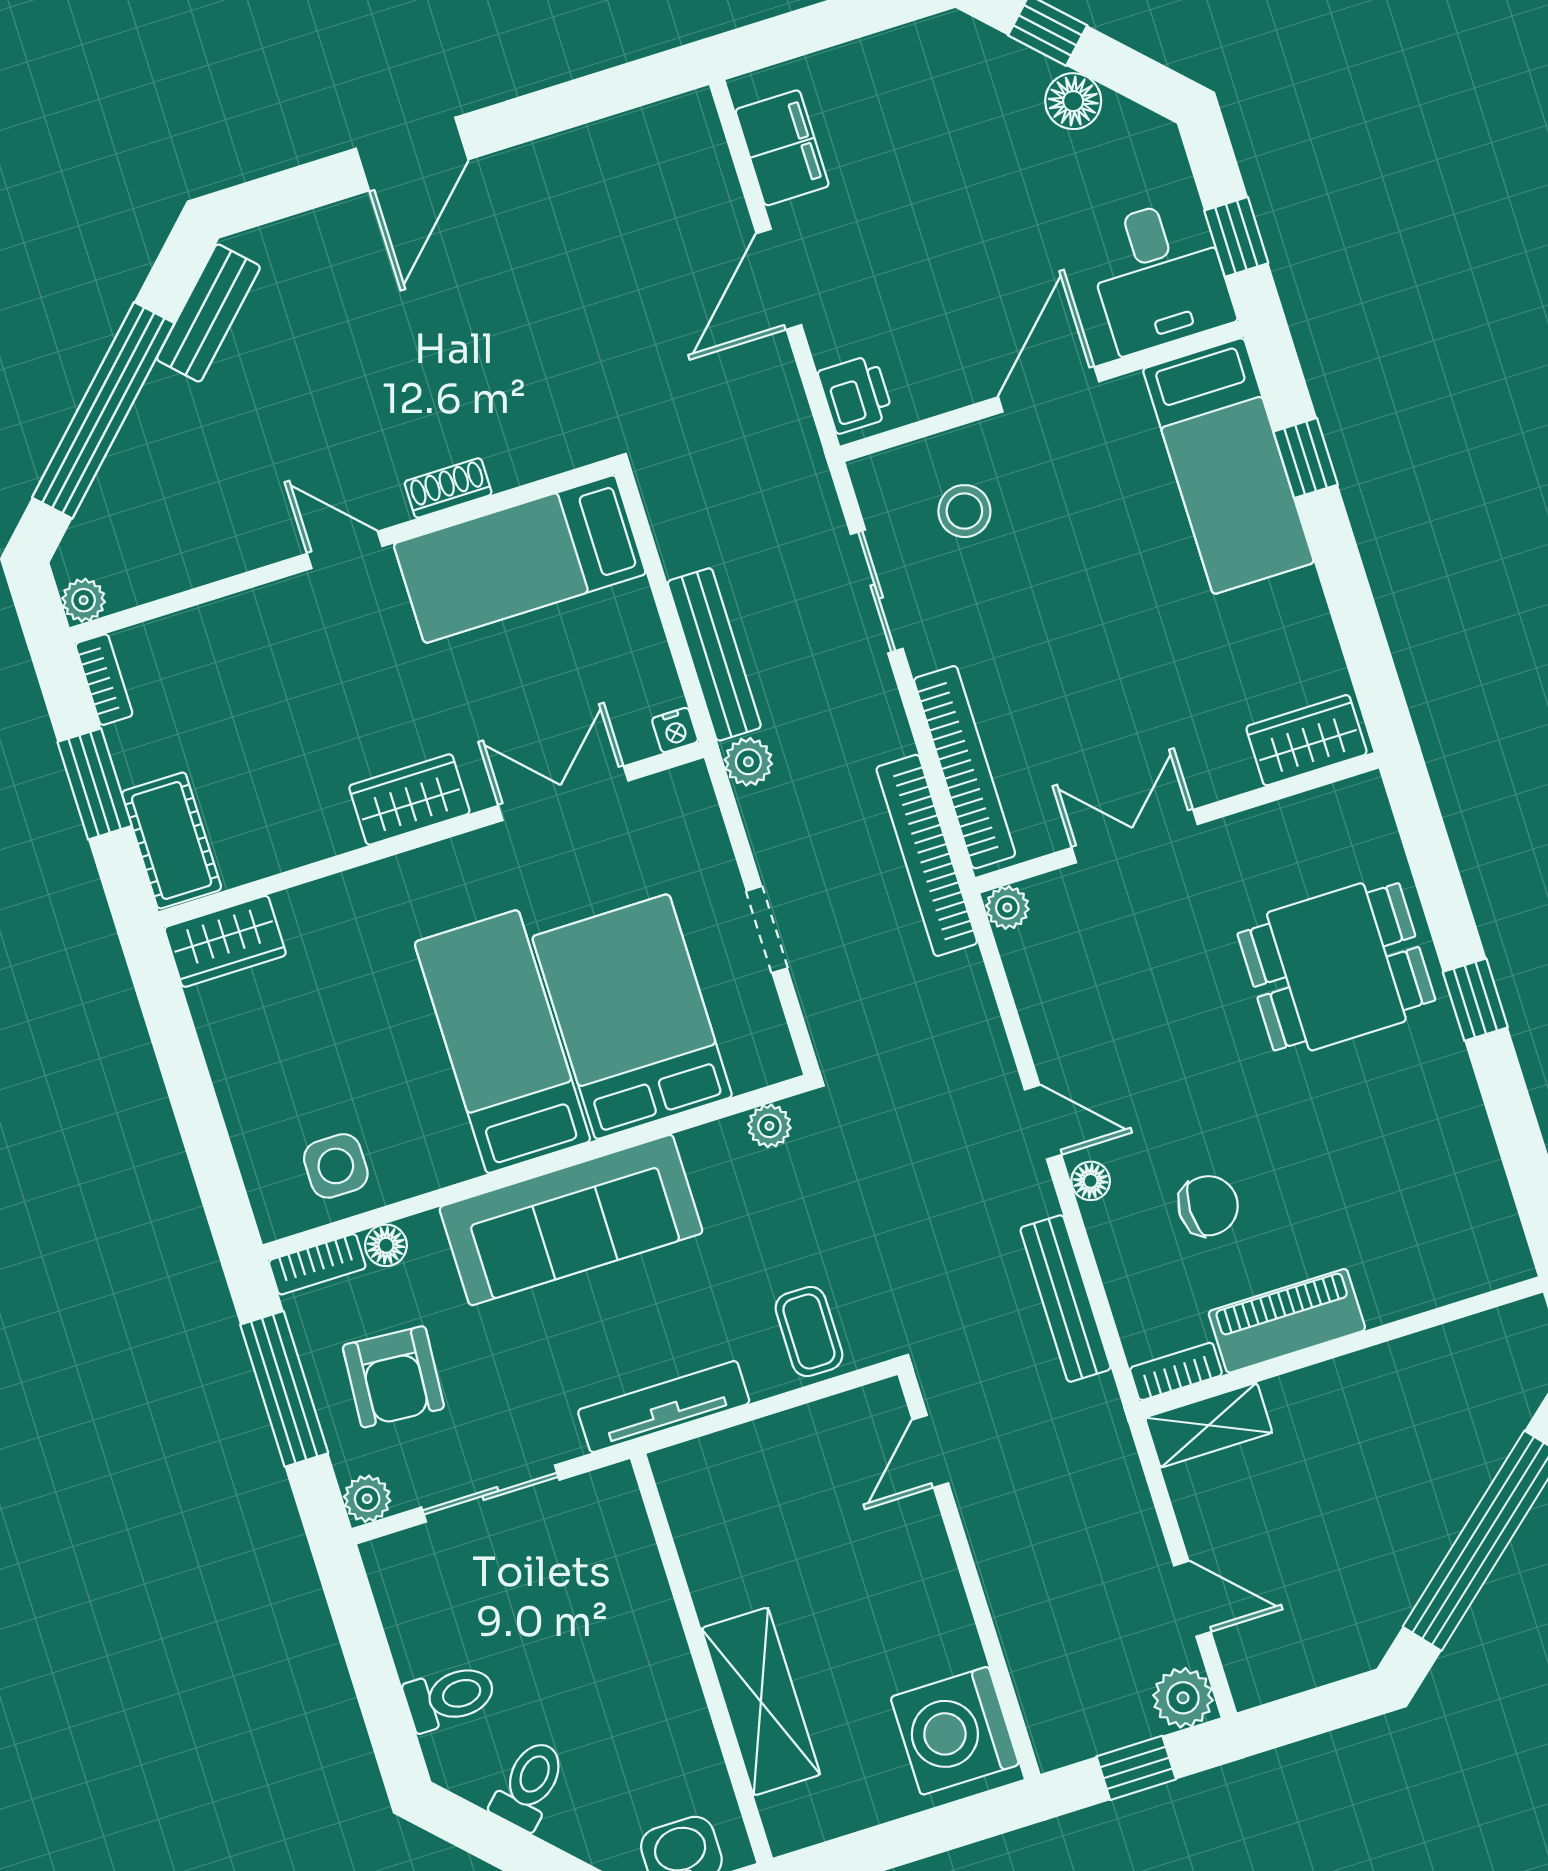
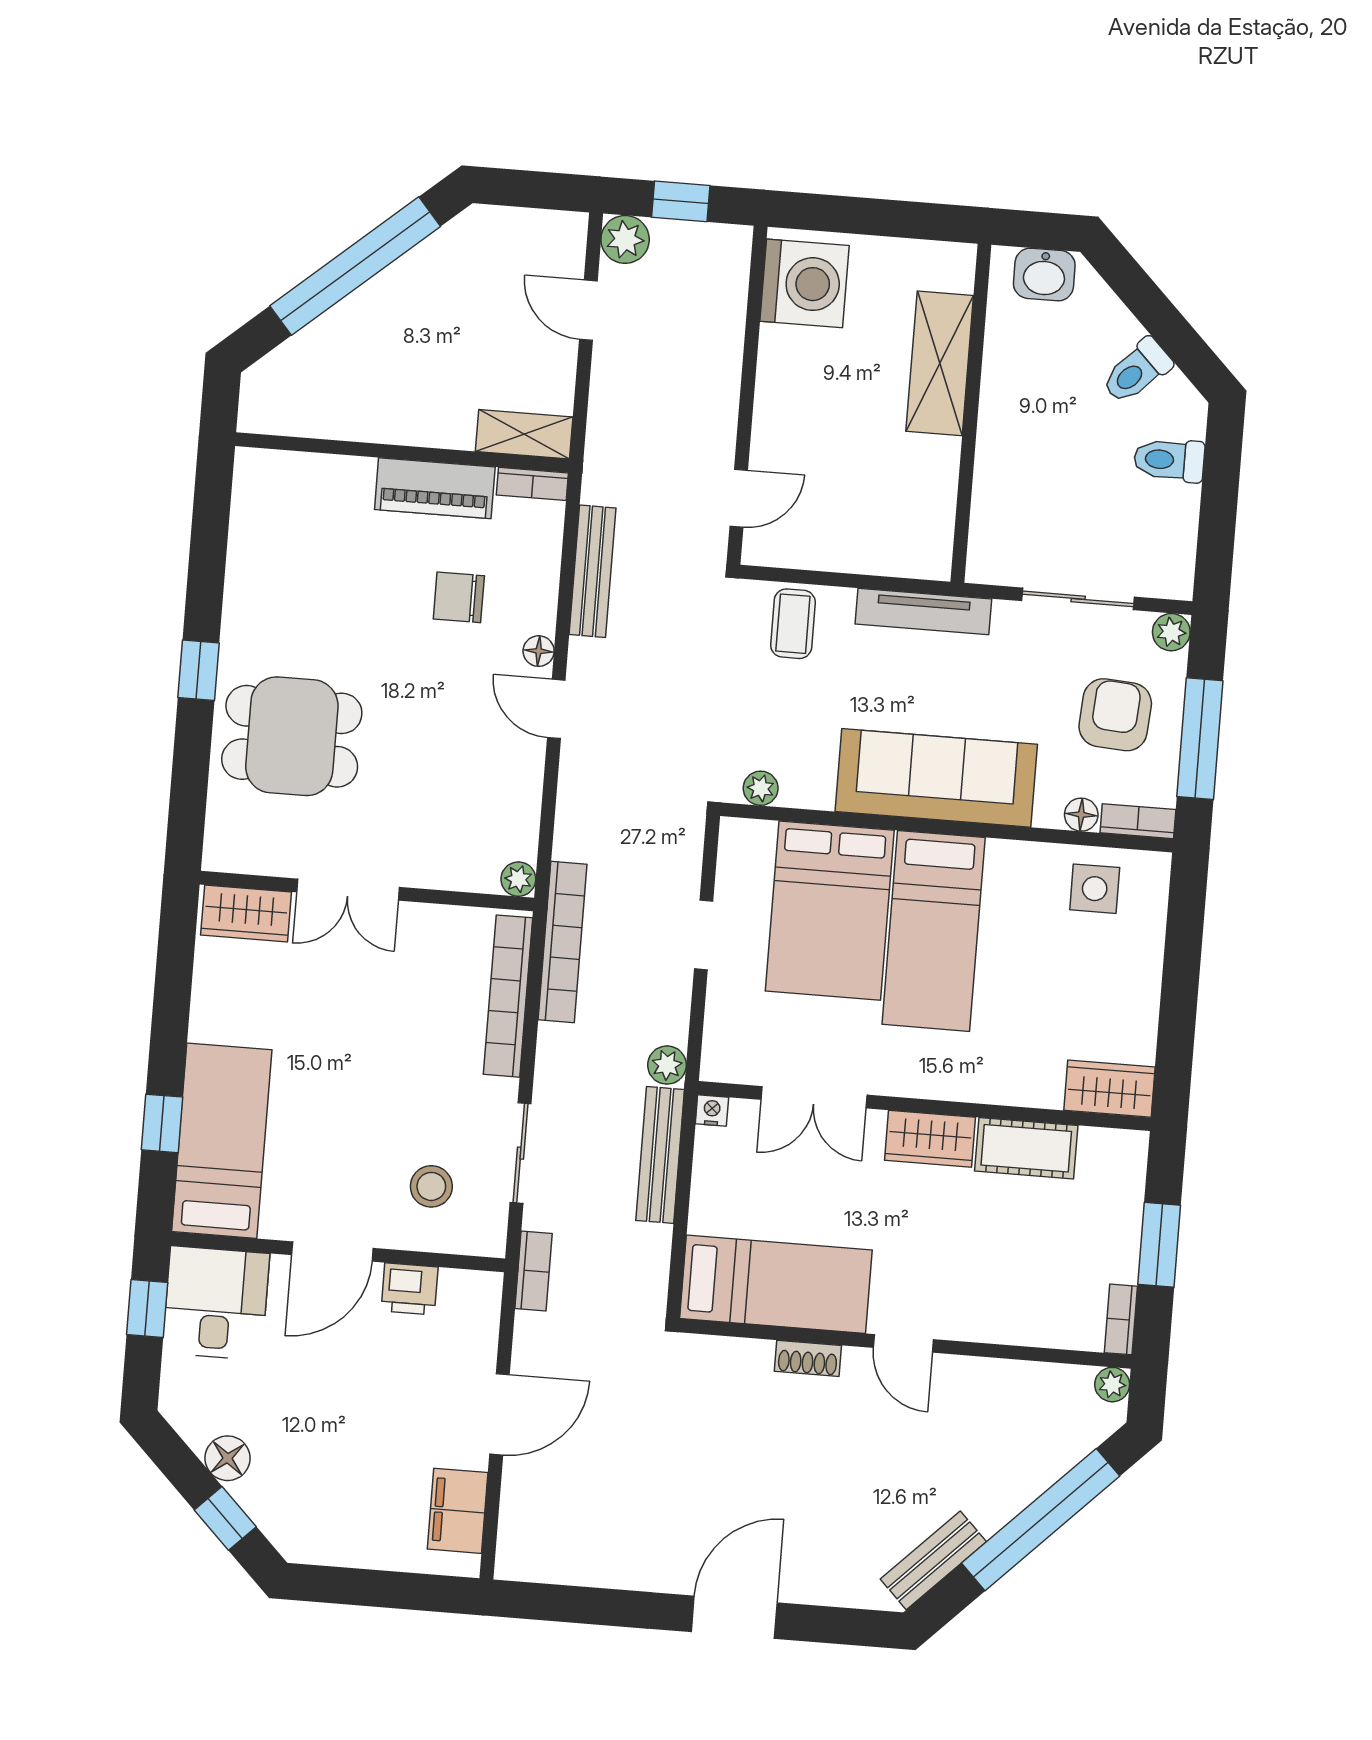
printer: (856, 394) -> (410, 1289), moved, turned -90
bookcase: (806, 461) -> (534, 1271), added
double door: (1135, 836) -> (348, 890), moved
cot: (172, 841) -> (1026, 1148), moved, turned 90

